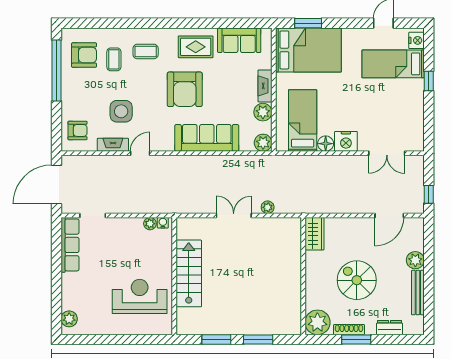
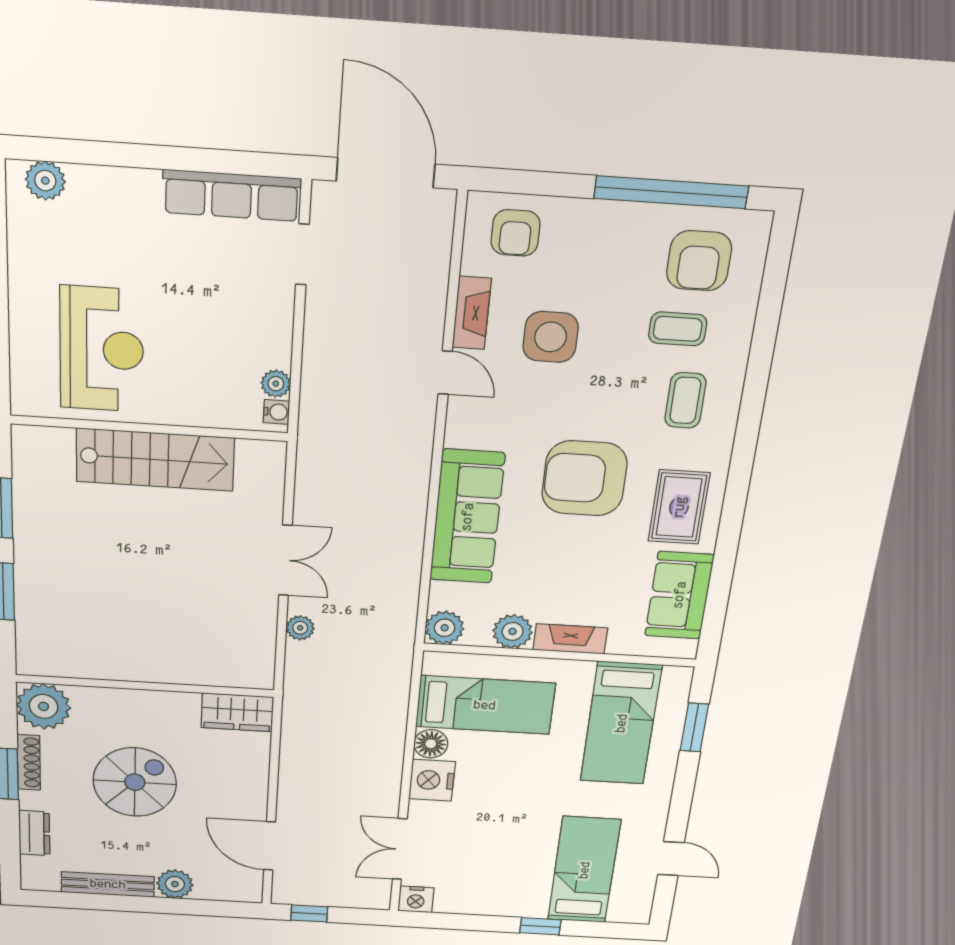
nightstand: (416, 40) -> (416, 899), moved
bed: (308, 50) -> (621, 723), width x0.67

